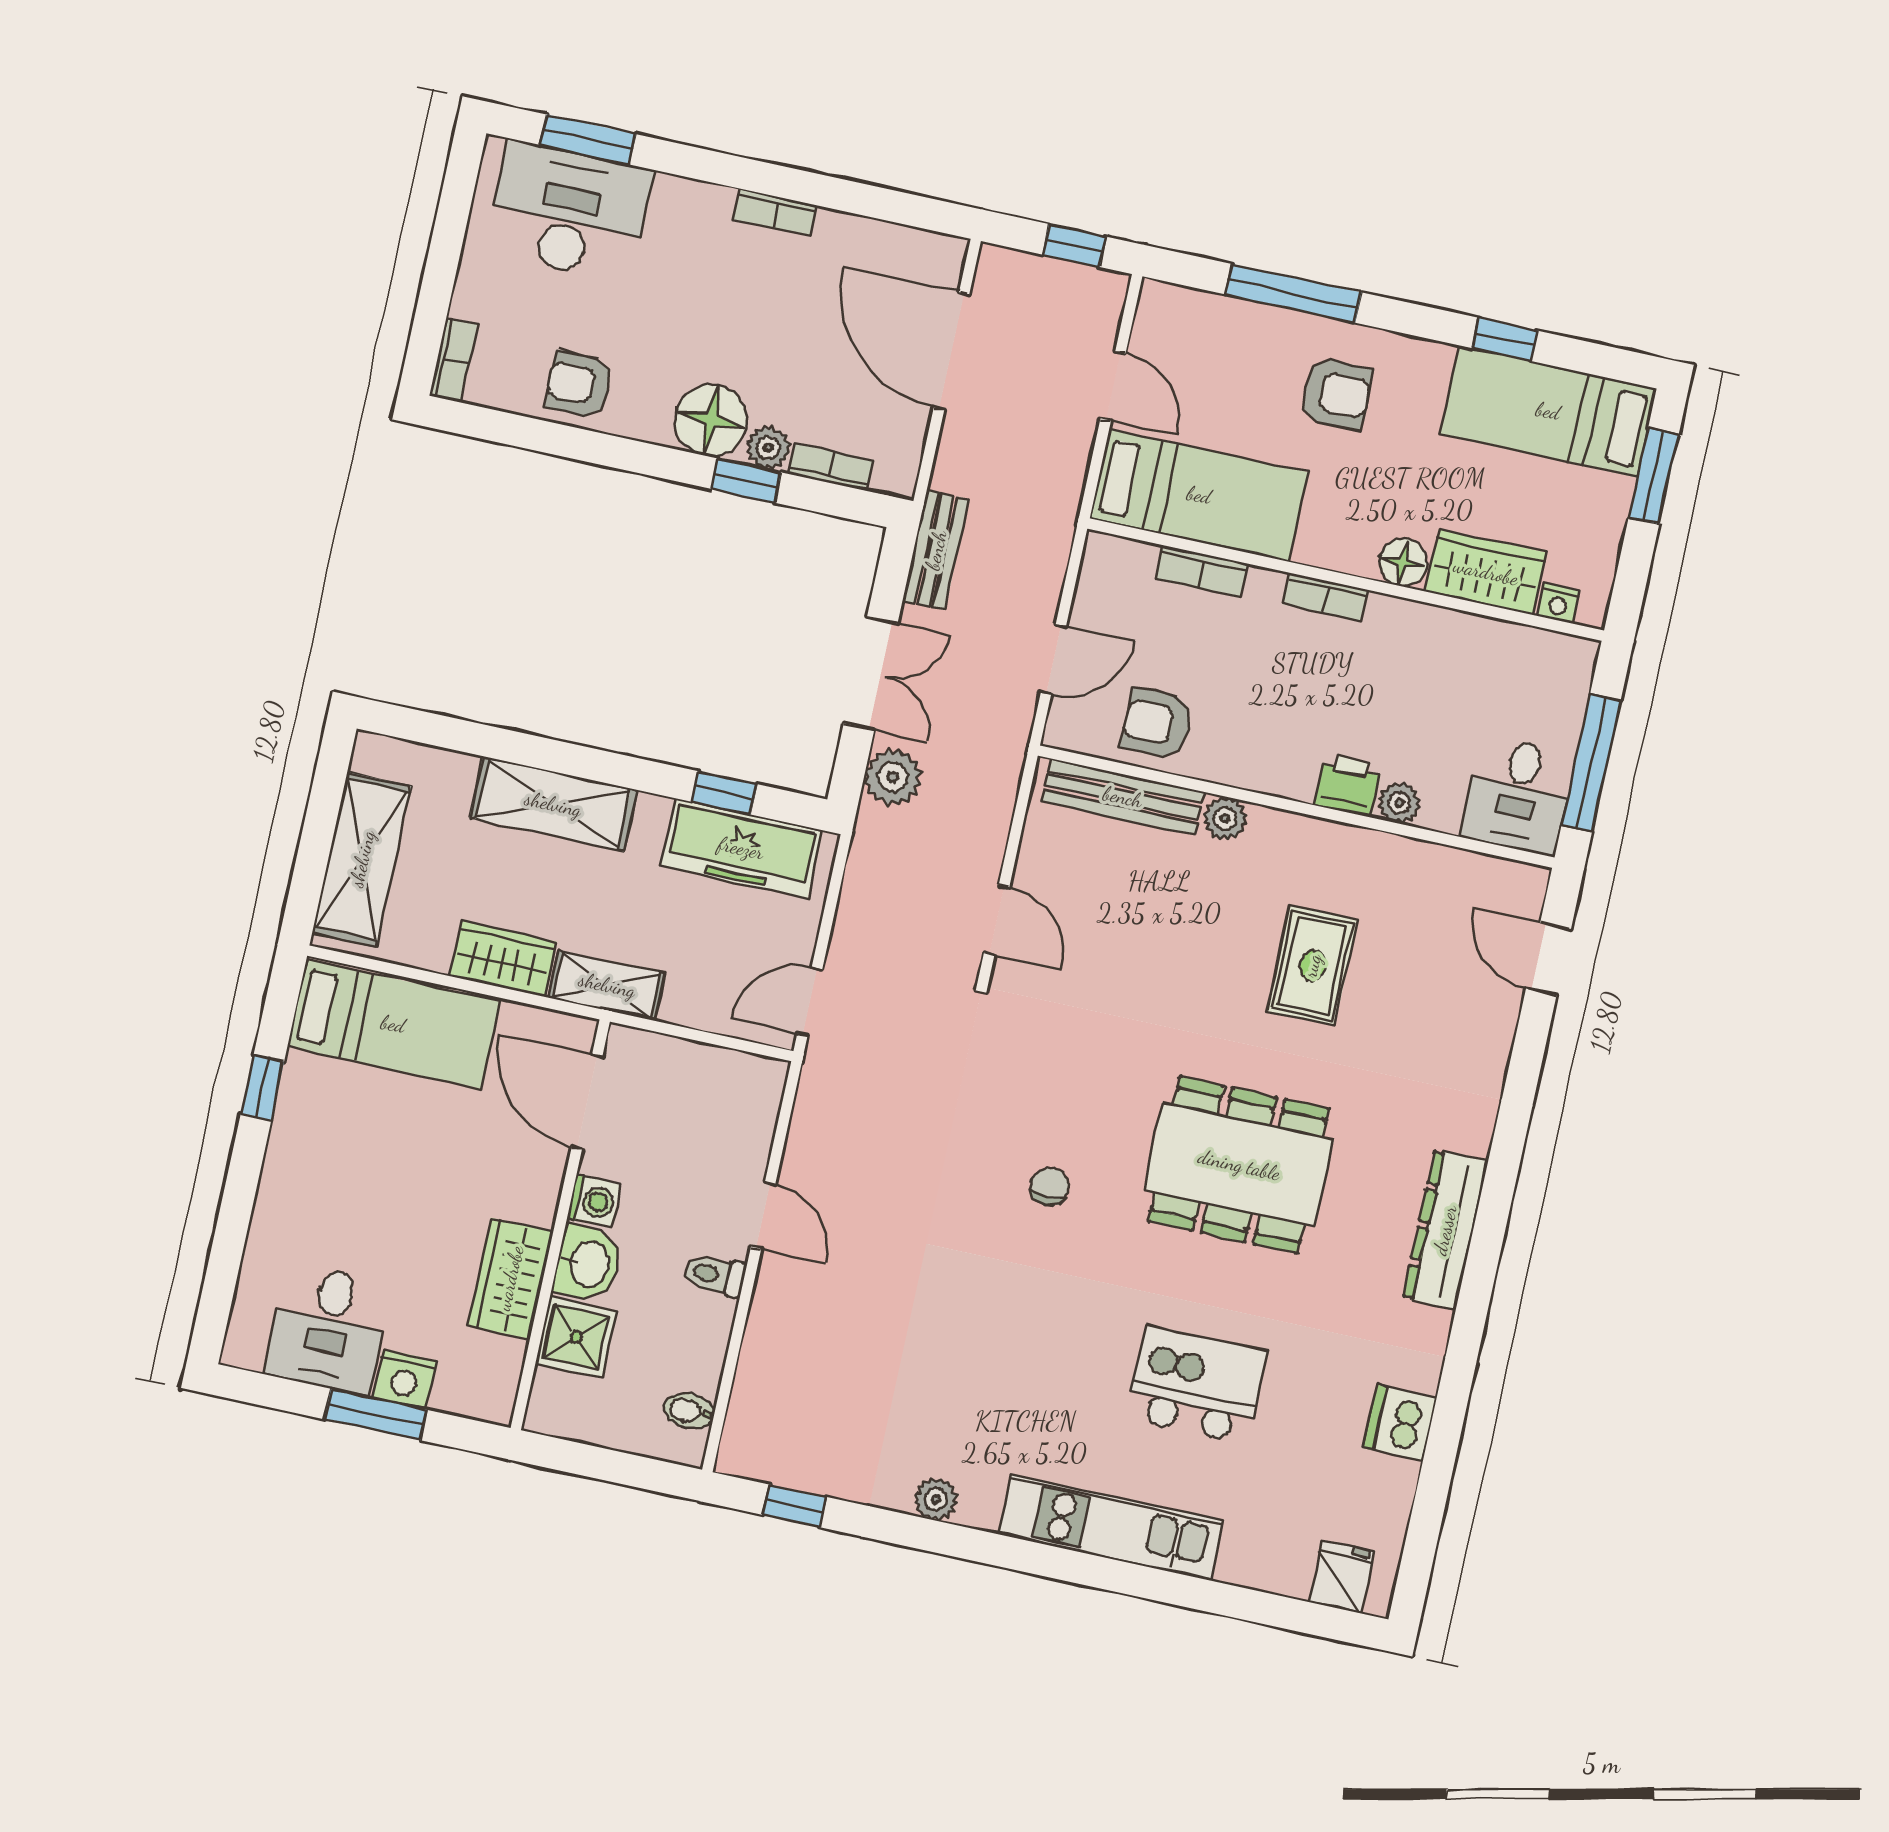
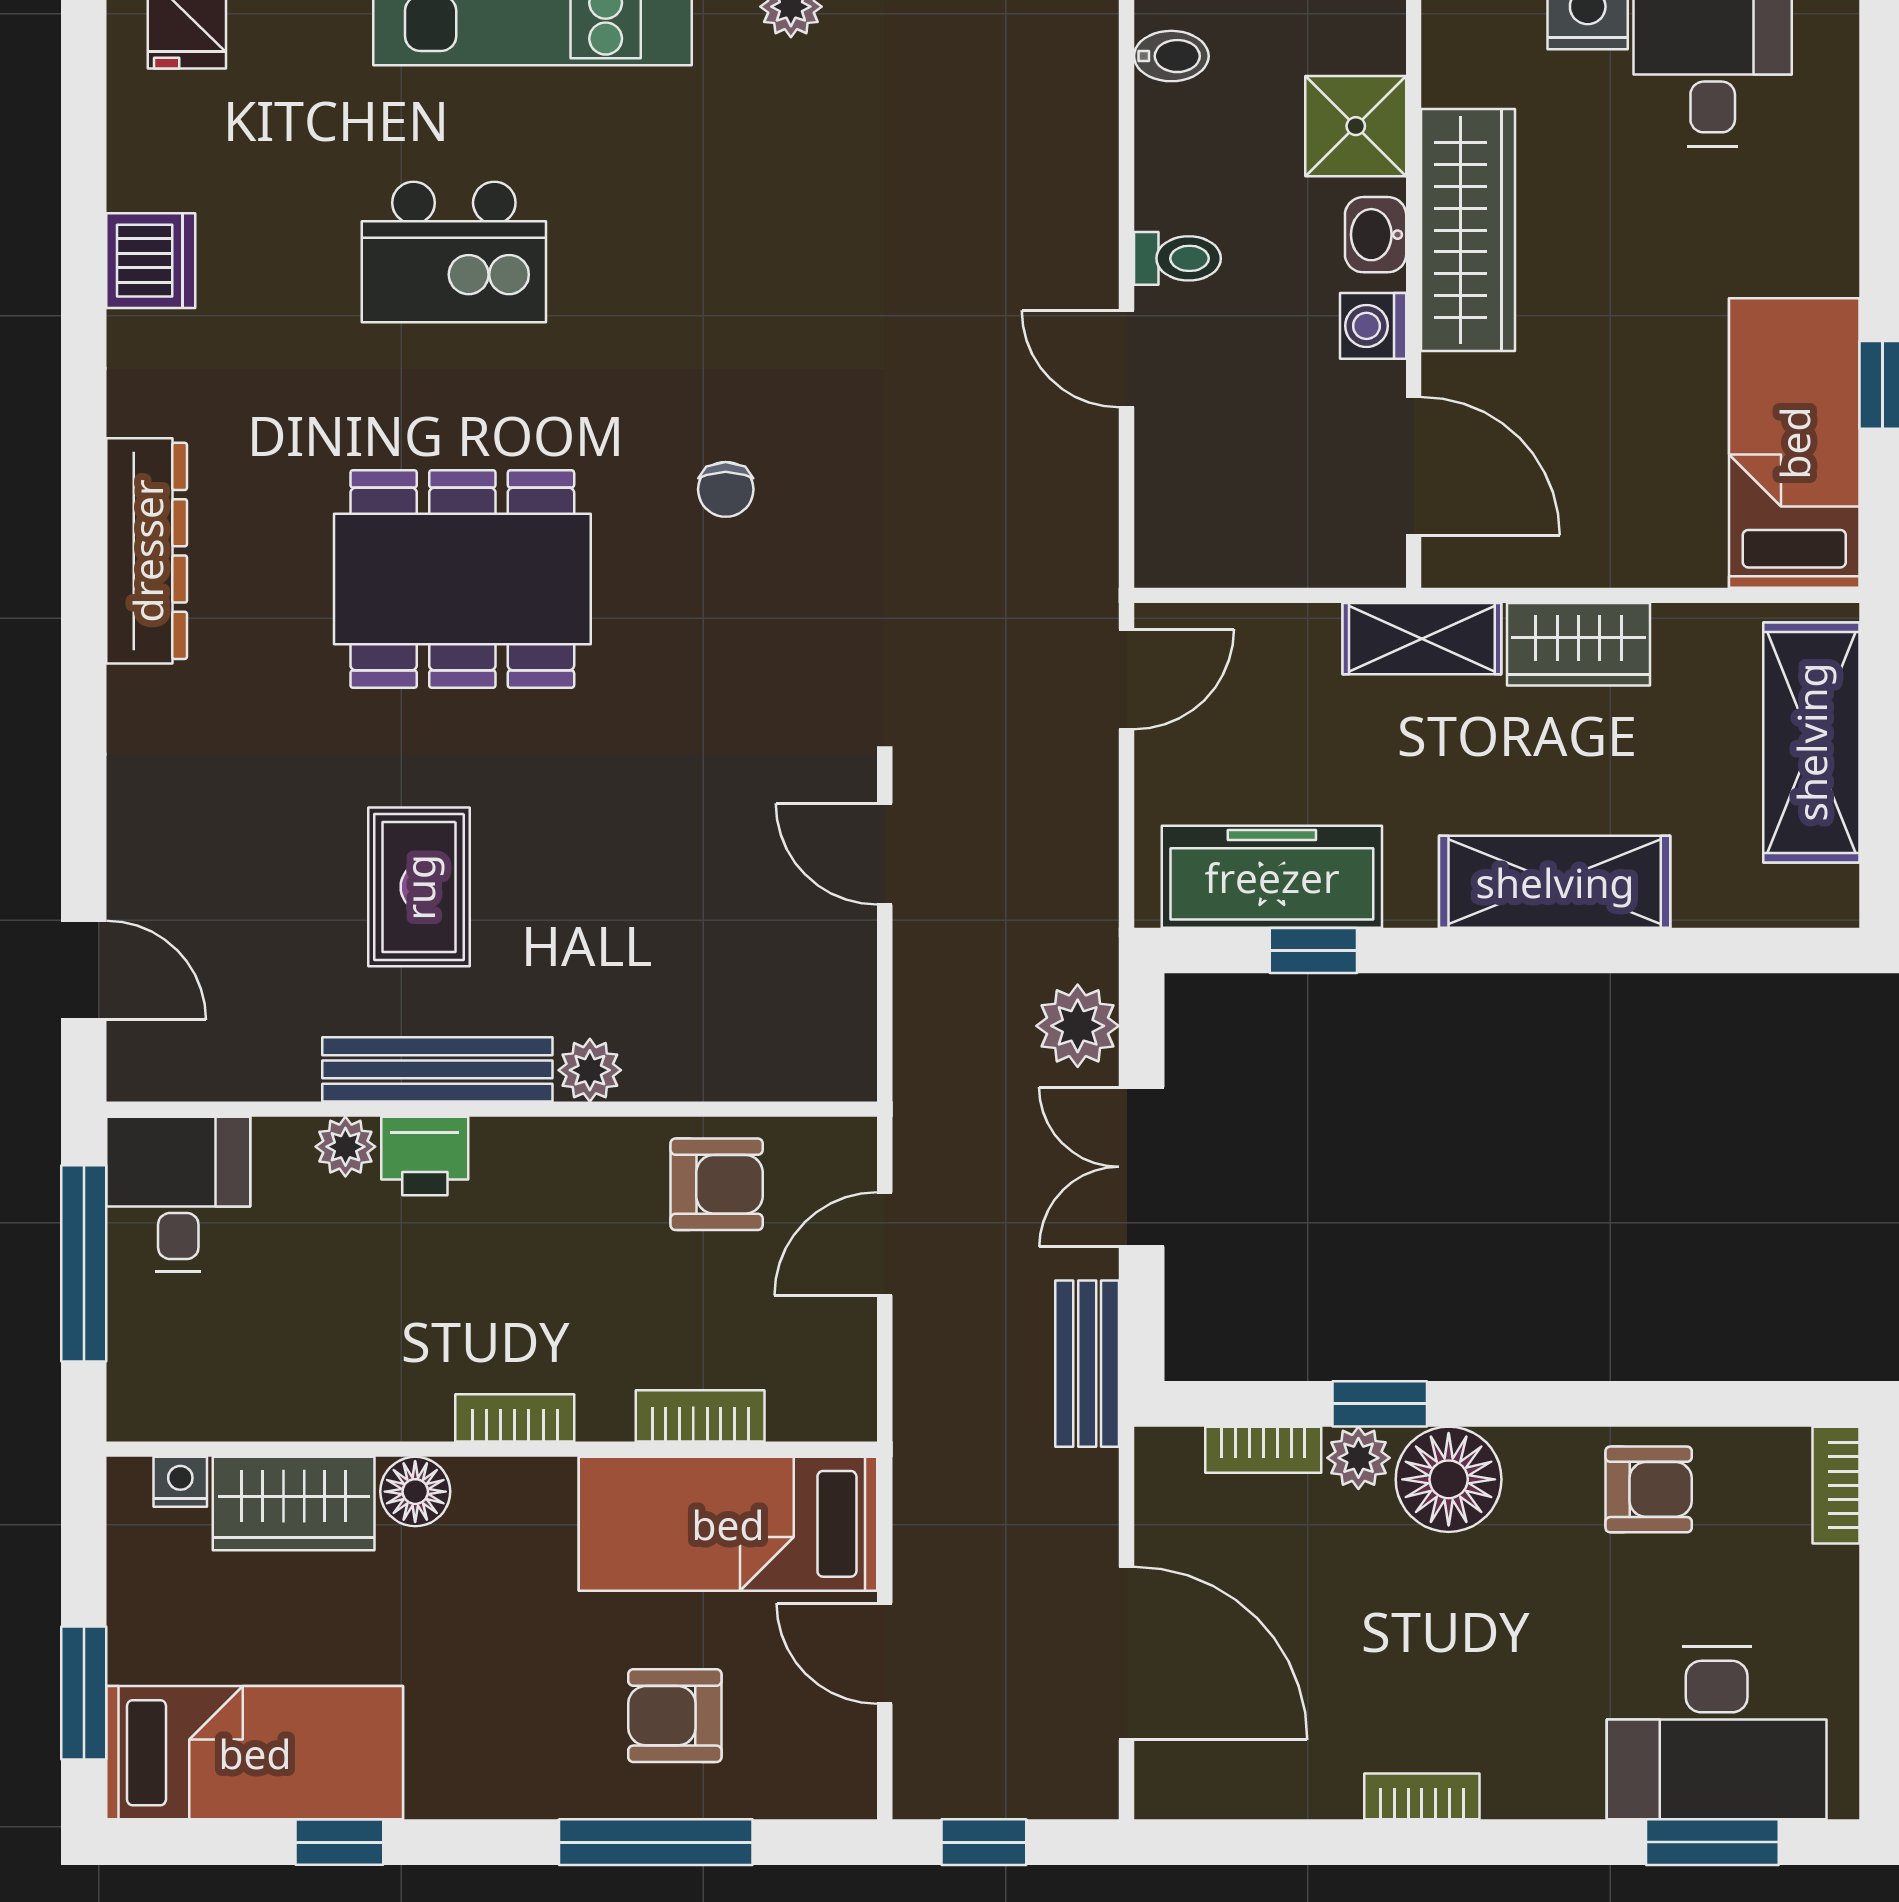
armchair: (1336, 394) -> (675, 1716), moved
bench: (1123, 797) -> (437, 1069), moved
bed: (393, 1024) -> (1794, 443), moved, turned 90
washbasin: (588, 1264) -> (1376, 235), width x0.72, depth x0.69
wardrobe: (510, 1278) -> (1468, 230), width x1.50

